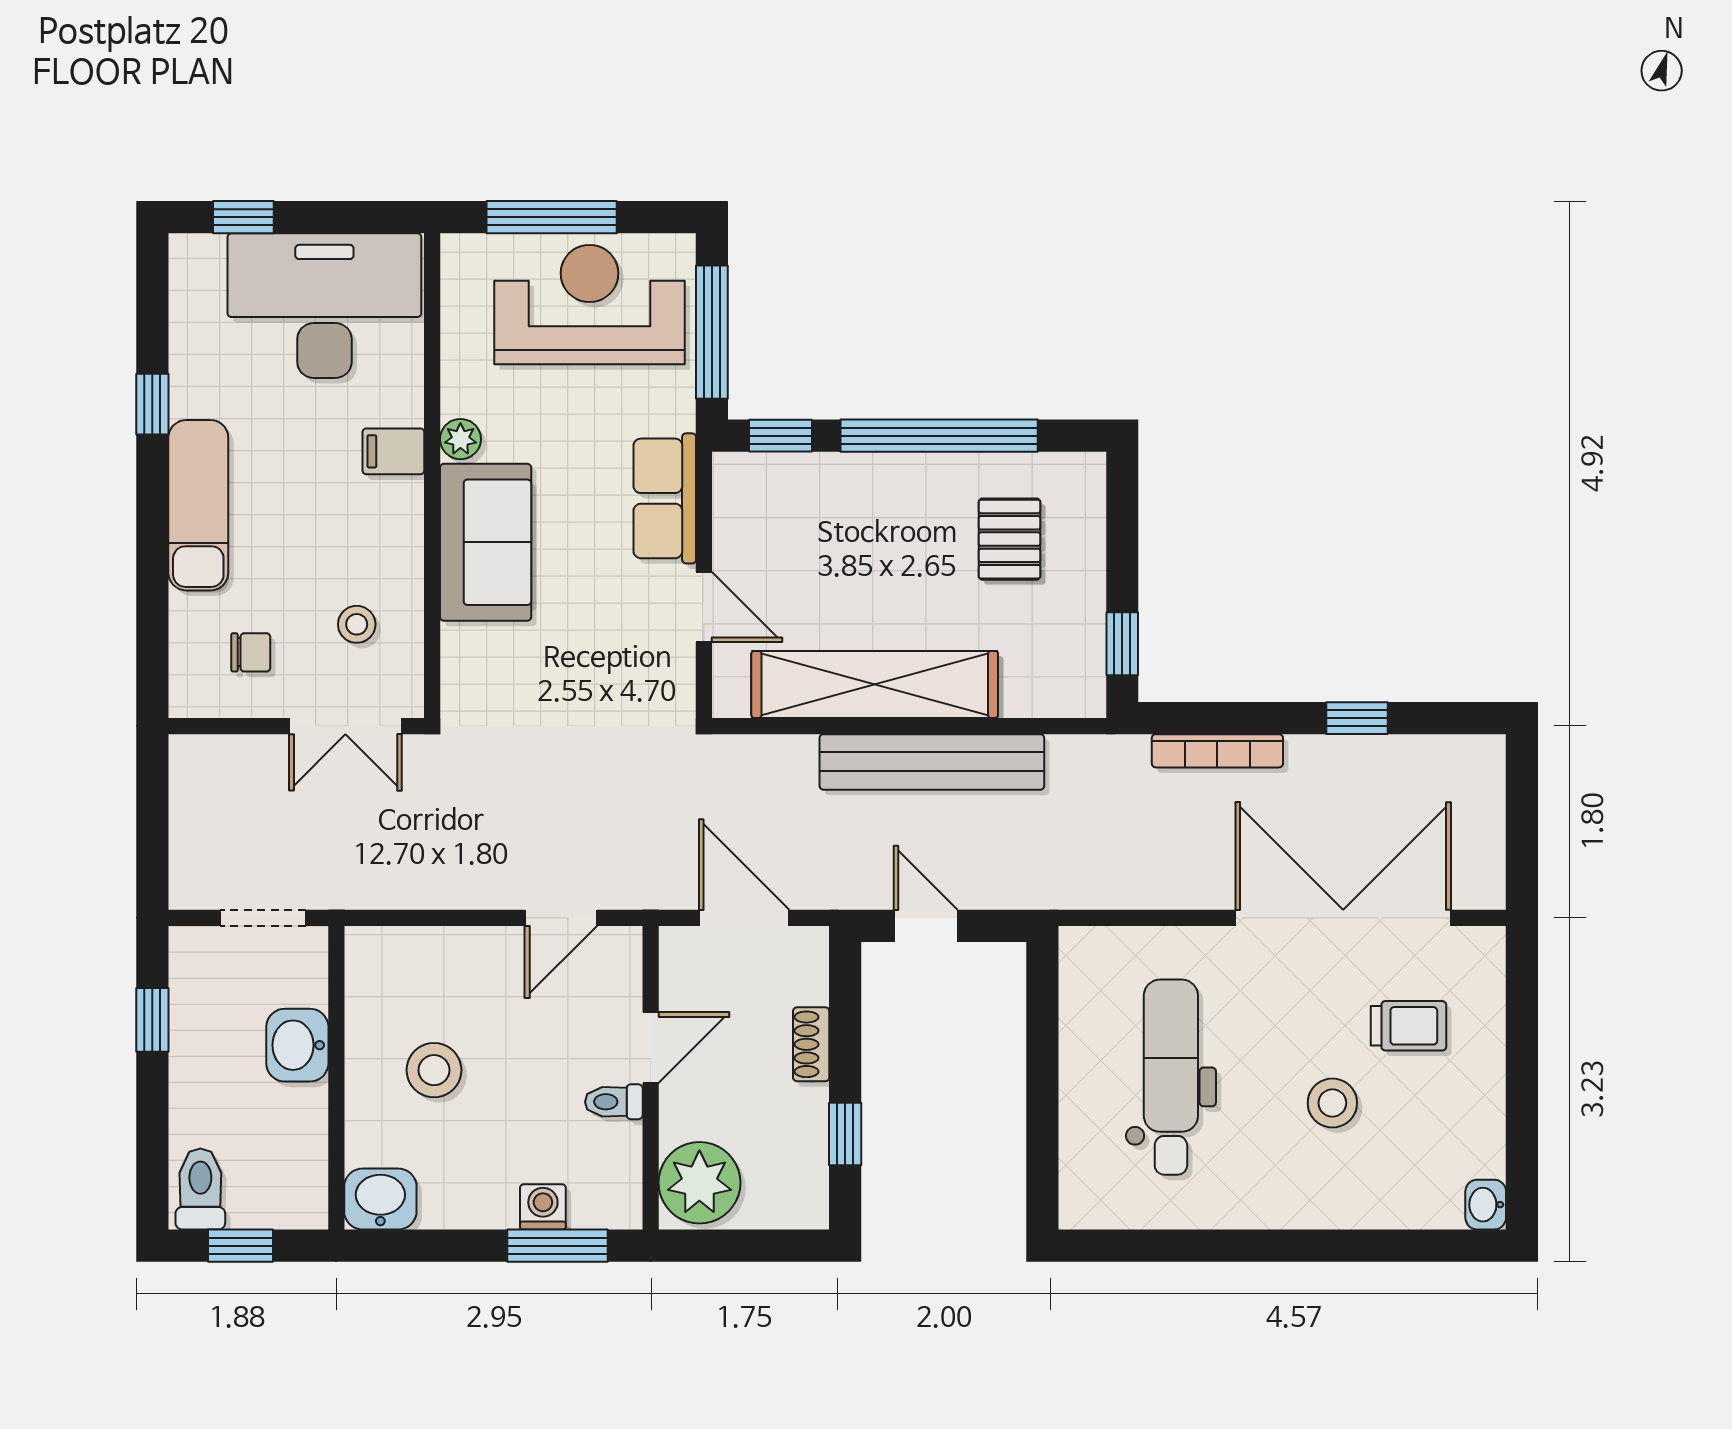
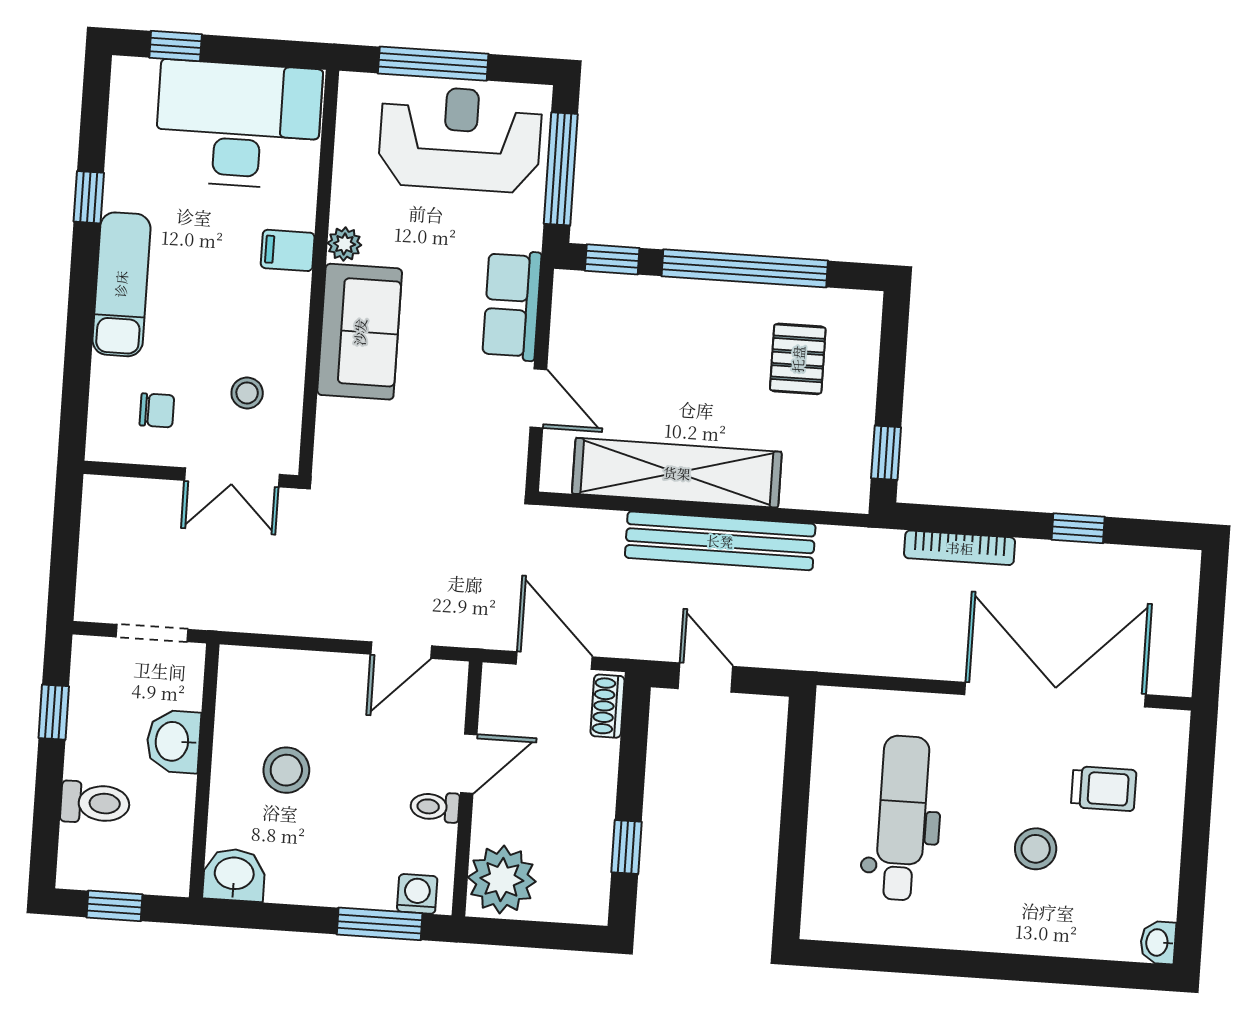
shoe rack: (811, 1044) -> (608, 706), moved
toilet: (200, 1189) -> (95, 803), moved, turned 90
washing machine: (543, 1207) -> (417, 894), moved

